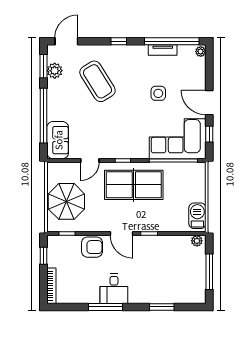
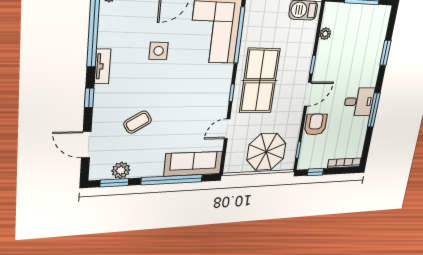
door: (66, 41) -> (86, 145), moved
tv unit: (163, 50) -> (103, 66), moved
coffee table: (97, 81) -> (138, 122), width x0.54, depth x0.58
sofa: (58, 140) -> (193, 164), width x1.36
door: (90, 161) -> (227, 129), swing flipped
plant: (197, 241) -> (325, 34), moved

